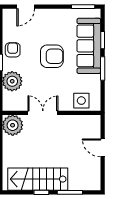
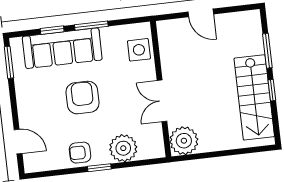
door: (103, 148) -> (201, 13), hinge flipped

